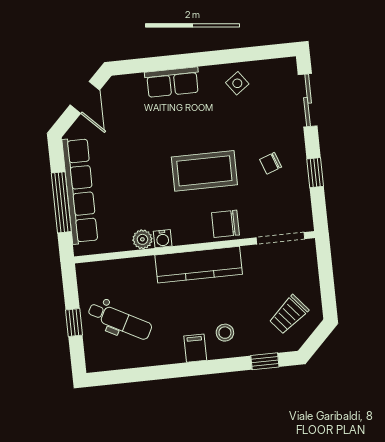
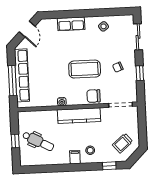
plant: (142, 239) -> (52, 101), removed

